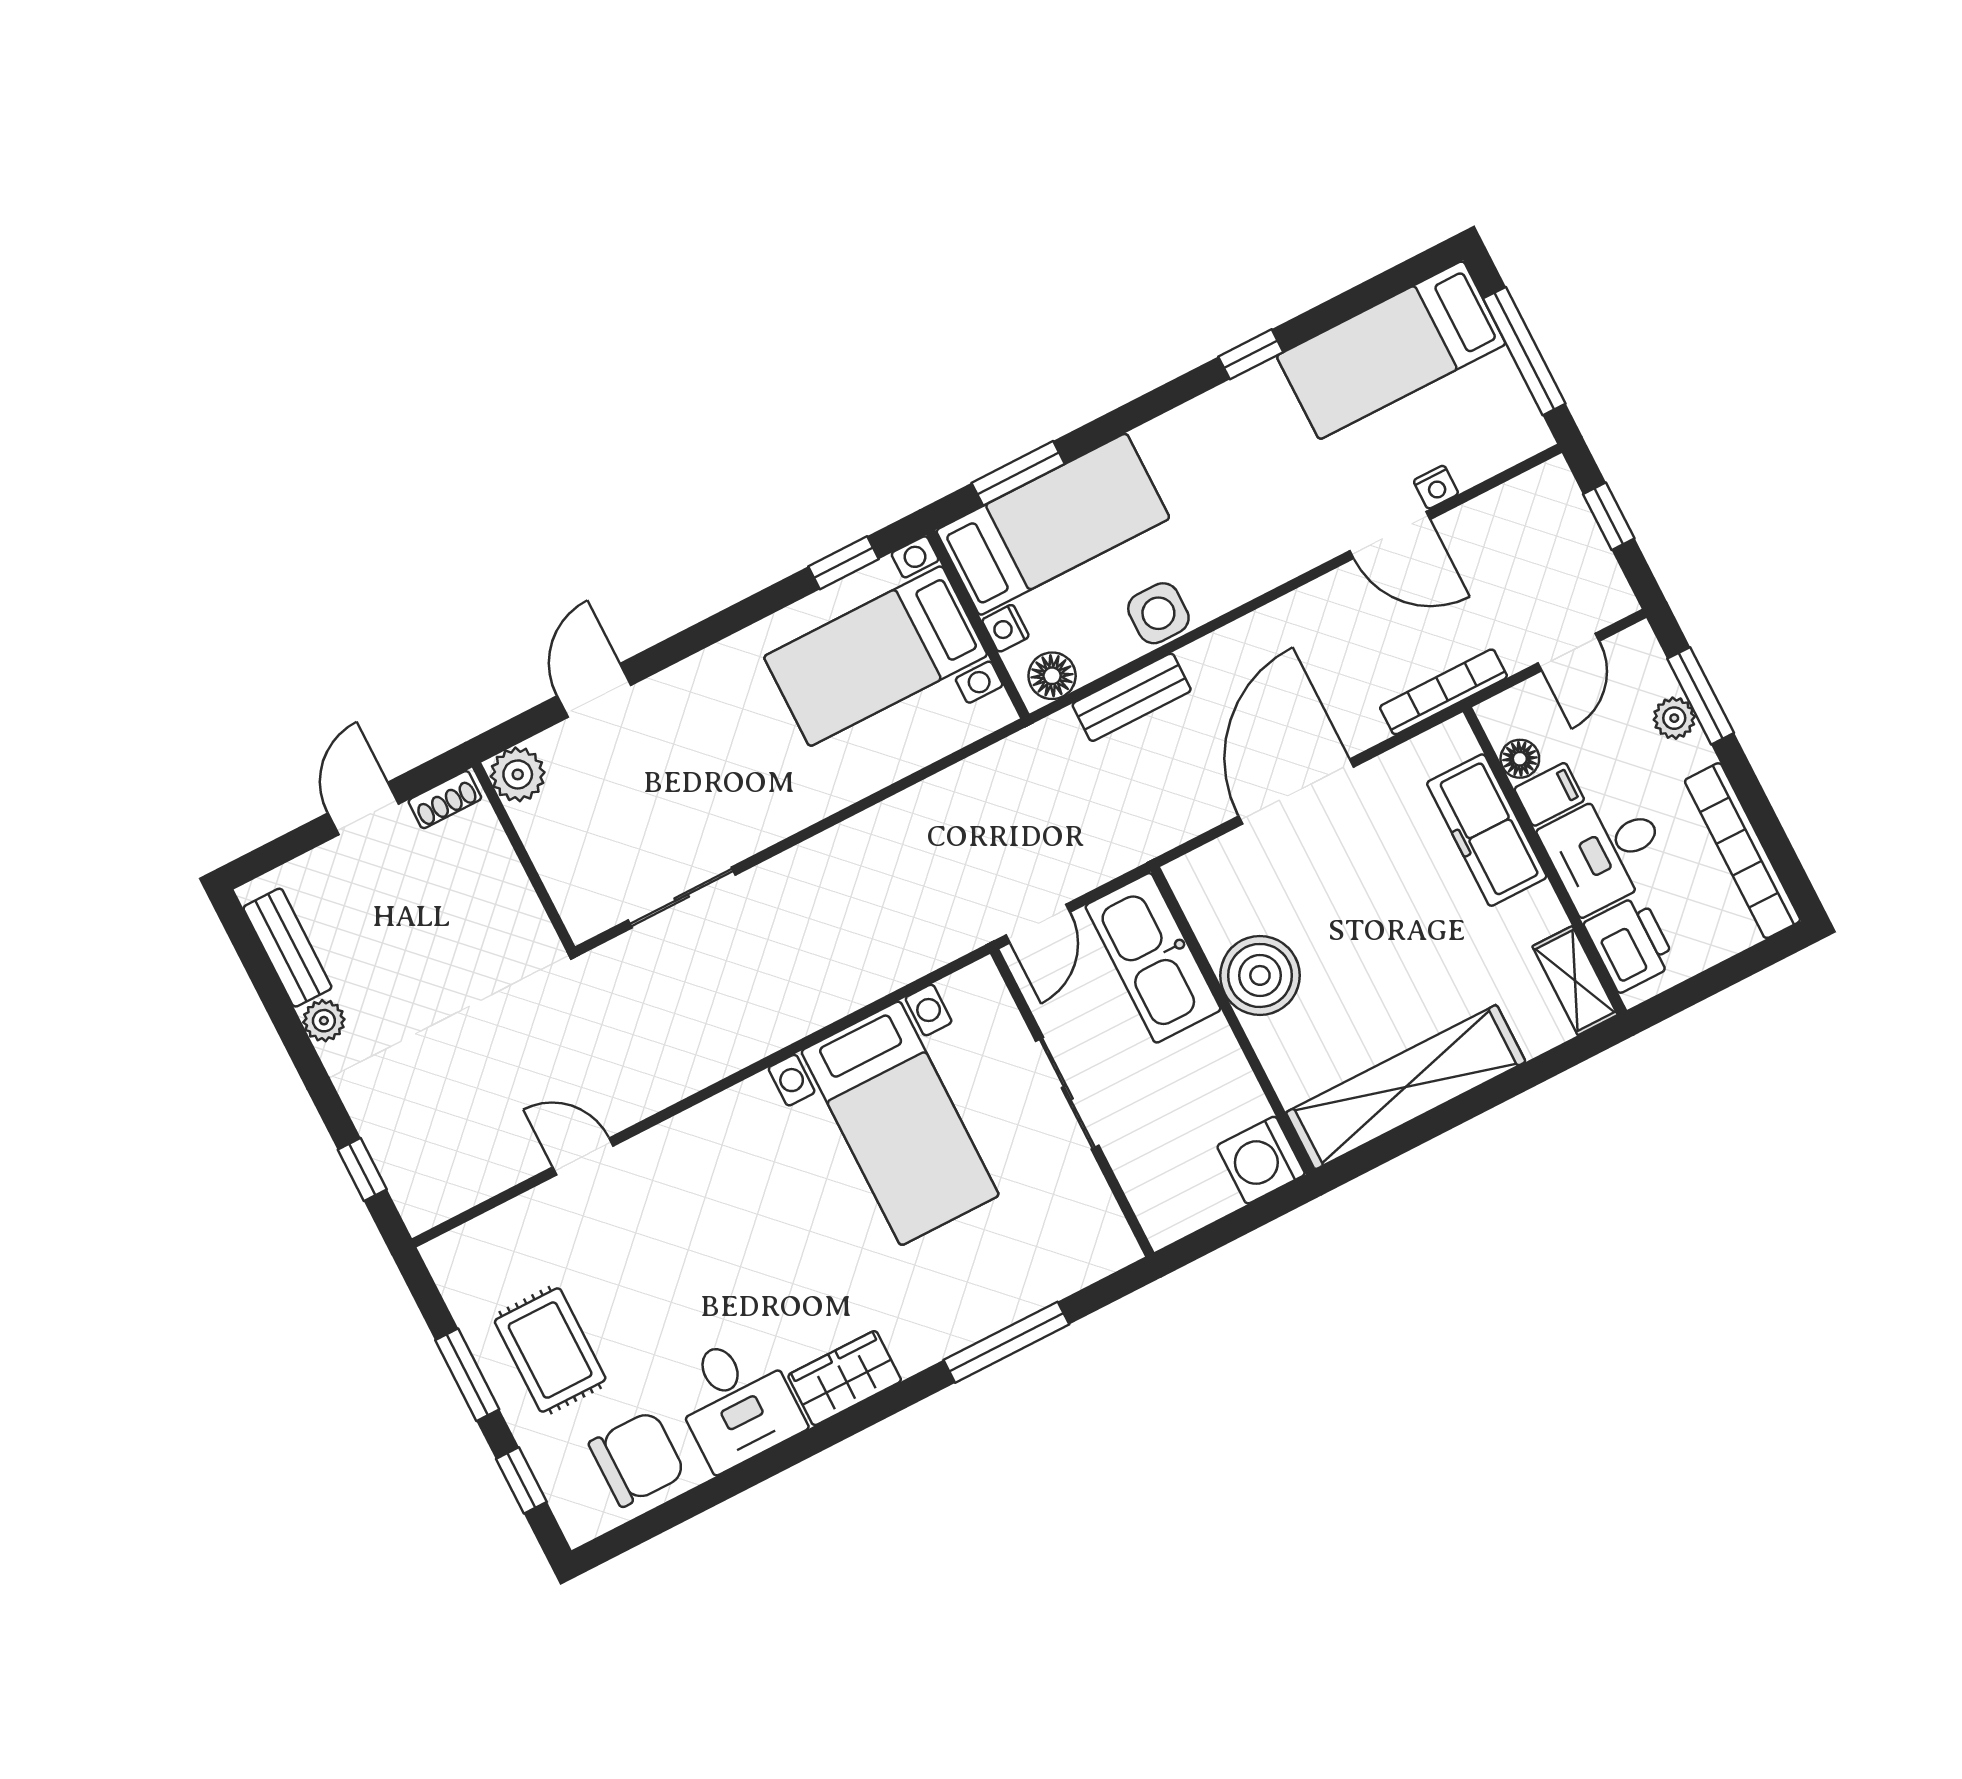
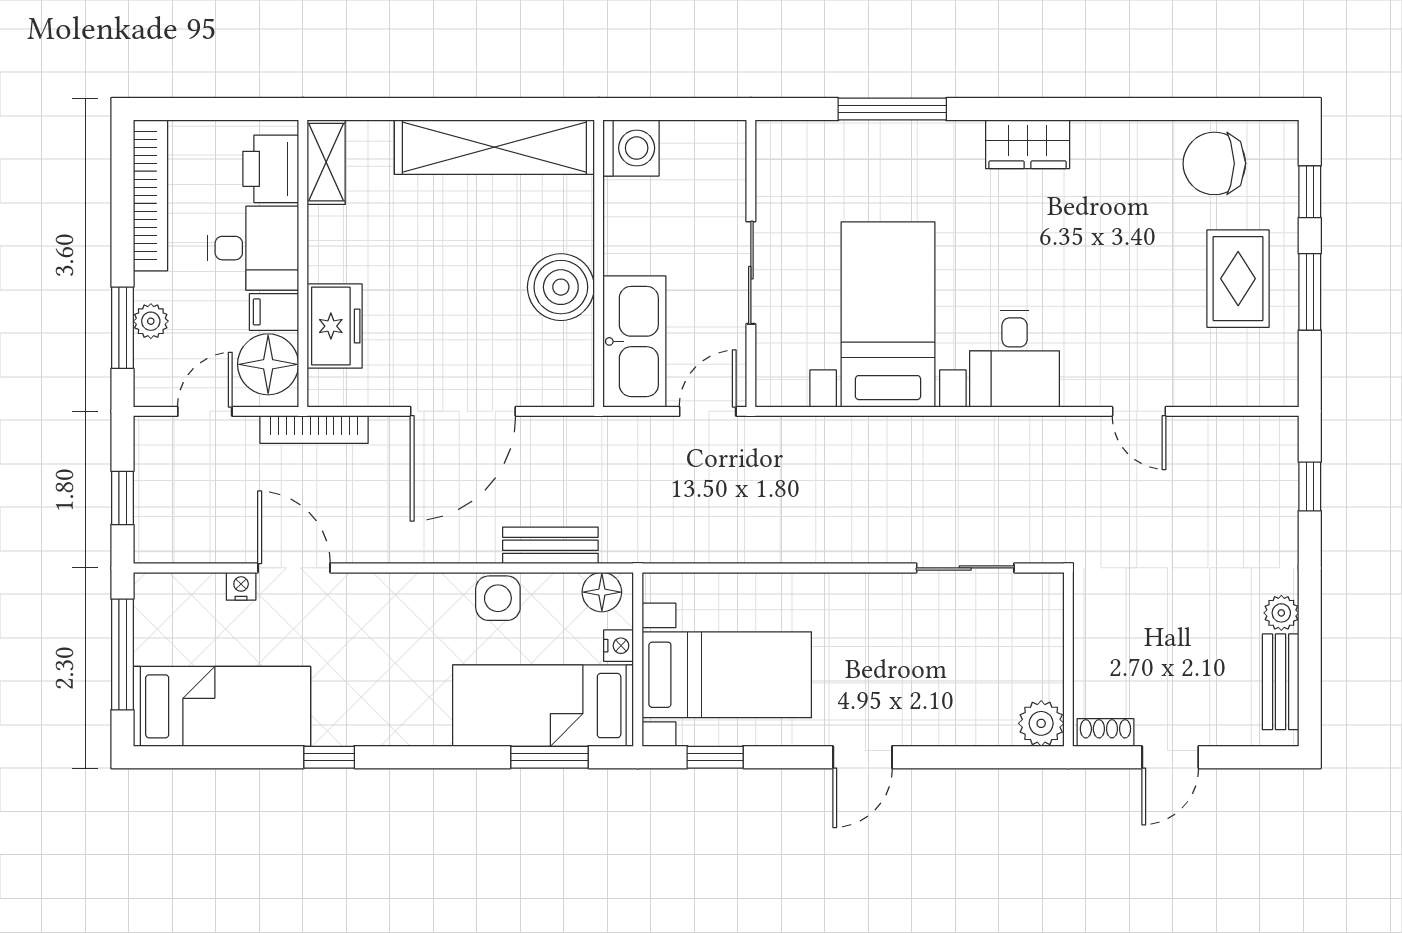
door: (594, 690) -> (863, 757), moved
floor lamp: (1520, 759) -> (268, 364), width x1.89, depth x1.89
freezer: (1487, 830) -> (335, 326), width x0.71
desk: (736, 1401) -> (1015, 359), moved, turned 180

